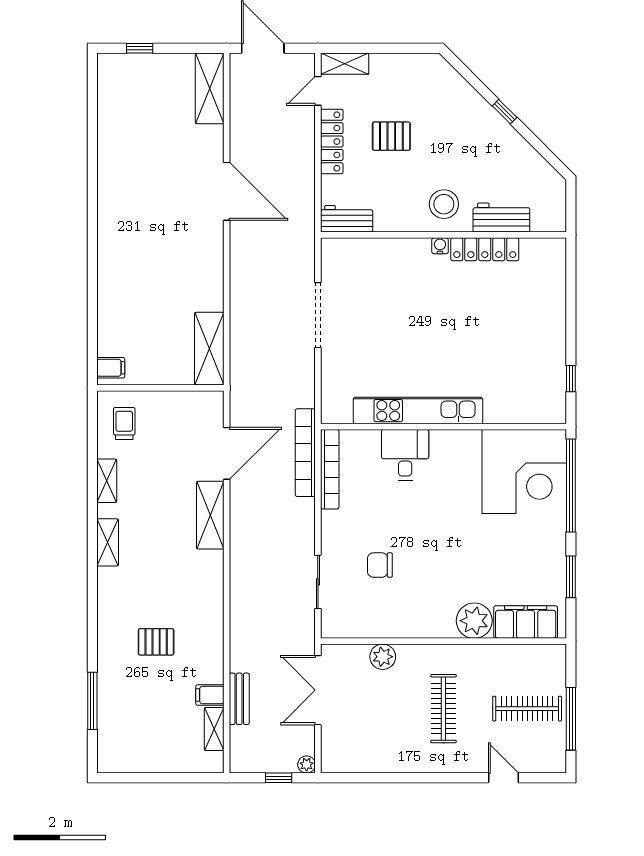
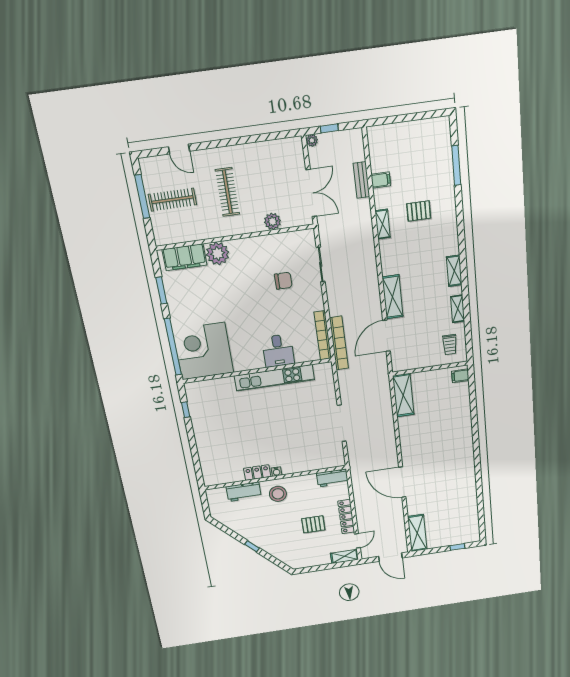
locker: (485, 249) -> (257, 473), width x0.66
shelving: (214, 729) -> (383, 224), moved

